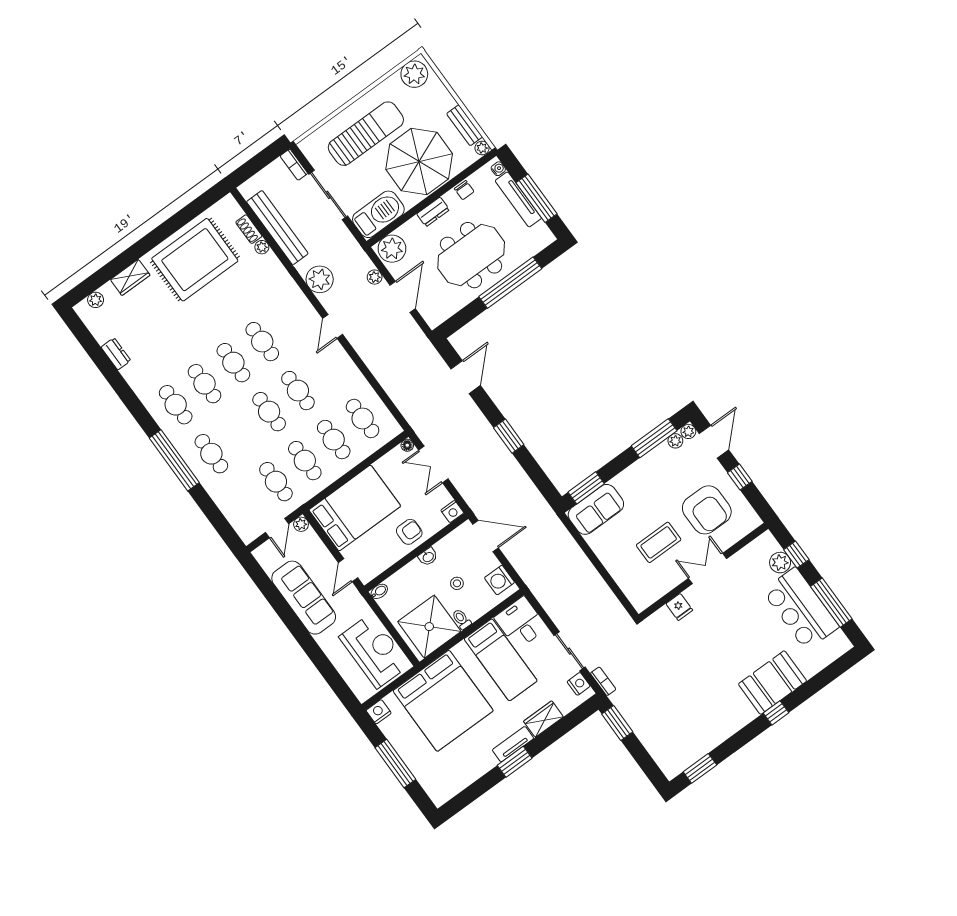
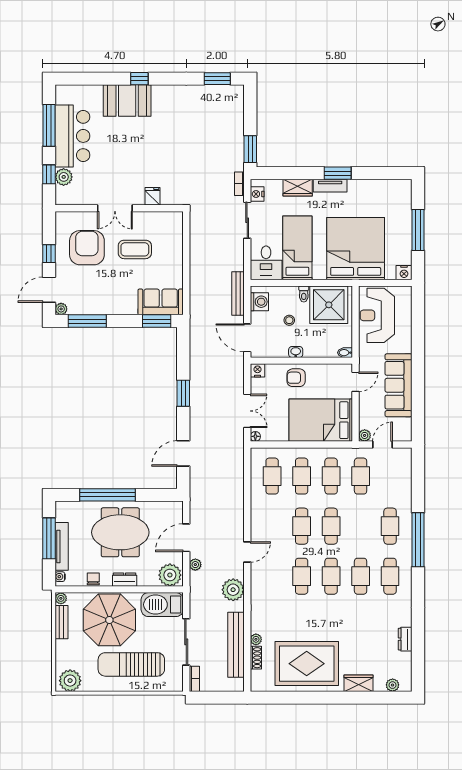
plant: (675, 441) -> (74, 309), removed
bench: (526, 573) -> (238, 293), added

